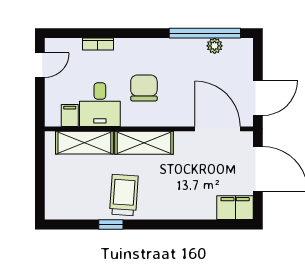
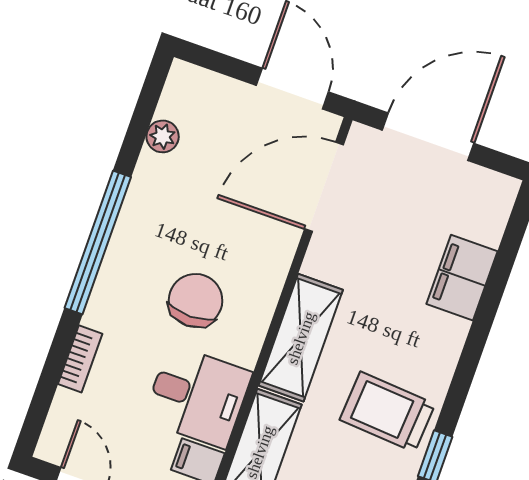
window: (205, 33) -> (98, 243), moved
chair: (144, 88) -> (196, 300), turned 90
filing cabinet: (235, 208) -> (462, 278), moved

